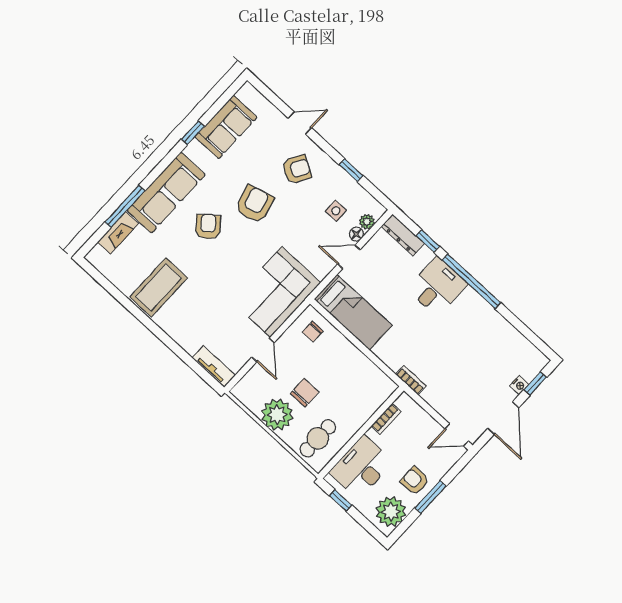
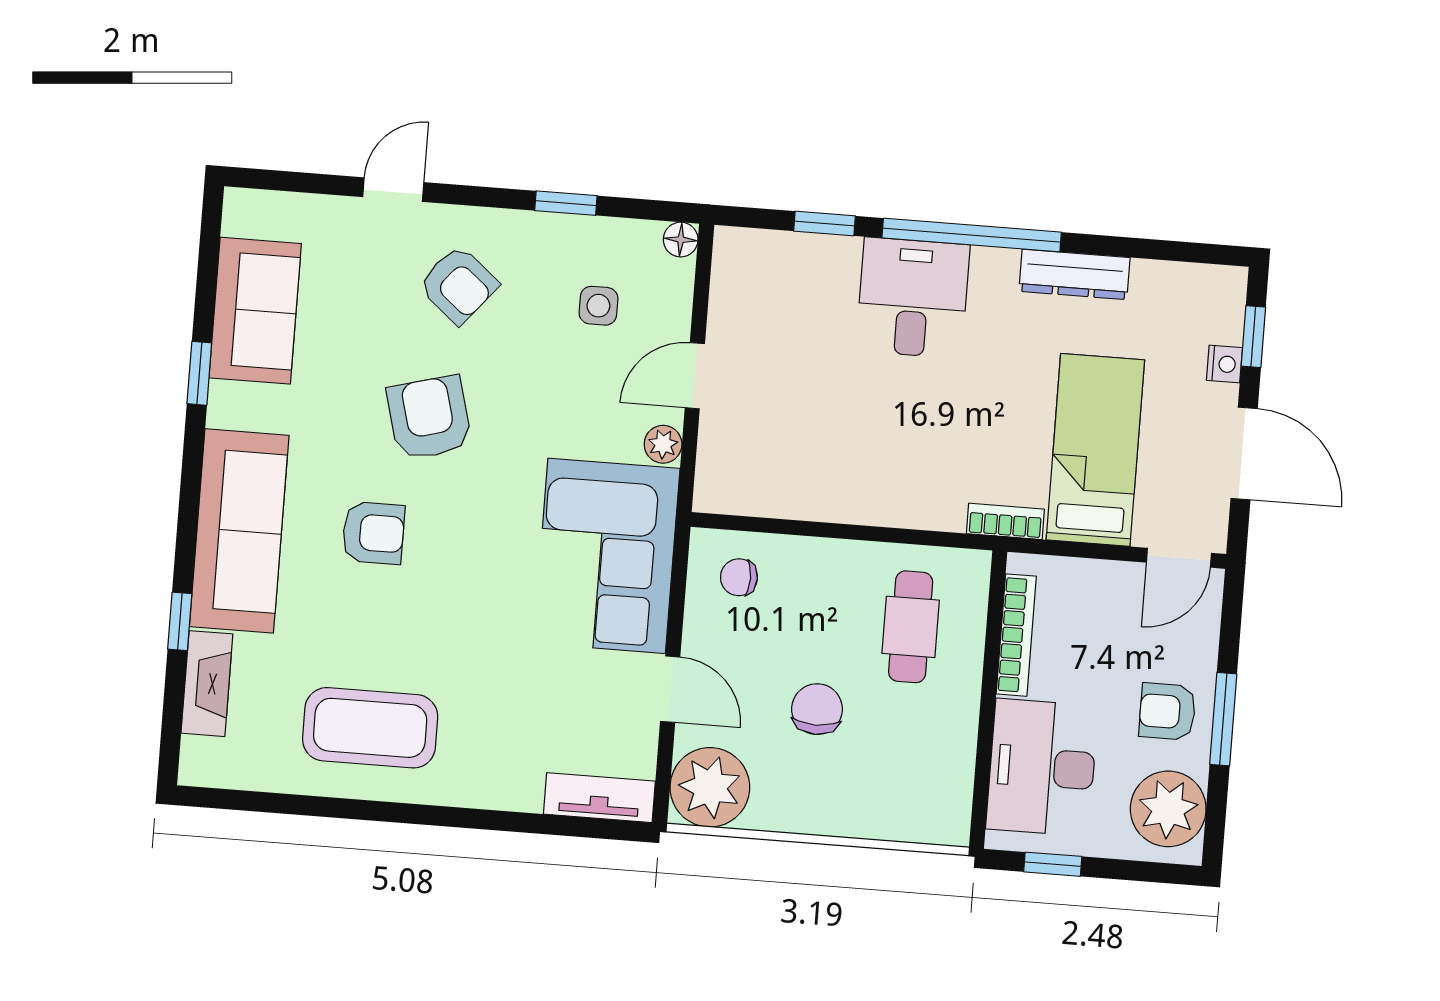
armchair: (297, 169) -> (458, 285), turned 100
window: (125, 206) -> (180, 621), width x0.46
plant: (367, 222) -> (663, 444), moved
armchair: (208, 227) -> (373, 533), turned 129
floor lamp: (356, 234) -> (681, 240), moved
dresser: (403, 235) -> (1075, 274), moved
coffee table: (159, 287) -> (370, 728), turned 90
bed: (353, 312) -> (1095, 450), moved, turned -90
chair: (313, 332) -> (739, 577), turned 90
plant: (277, 415) -> (710, 787), moved
bookcase: (386, 419) -> (1016, 635), width x1.56
cafe table: (318, 438) -> (911, 627), moved

